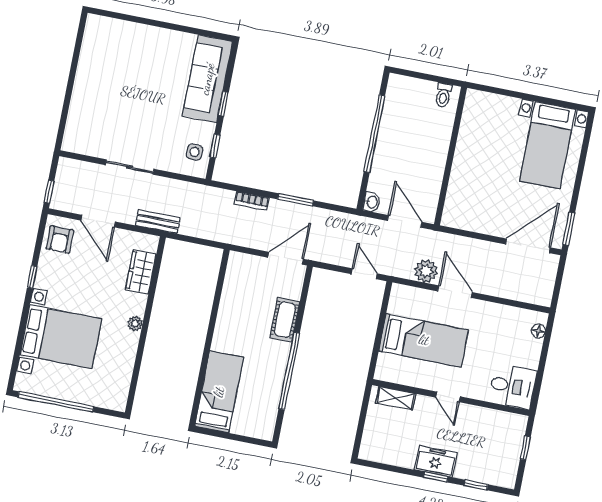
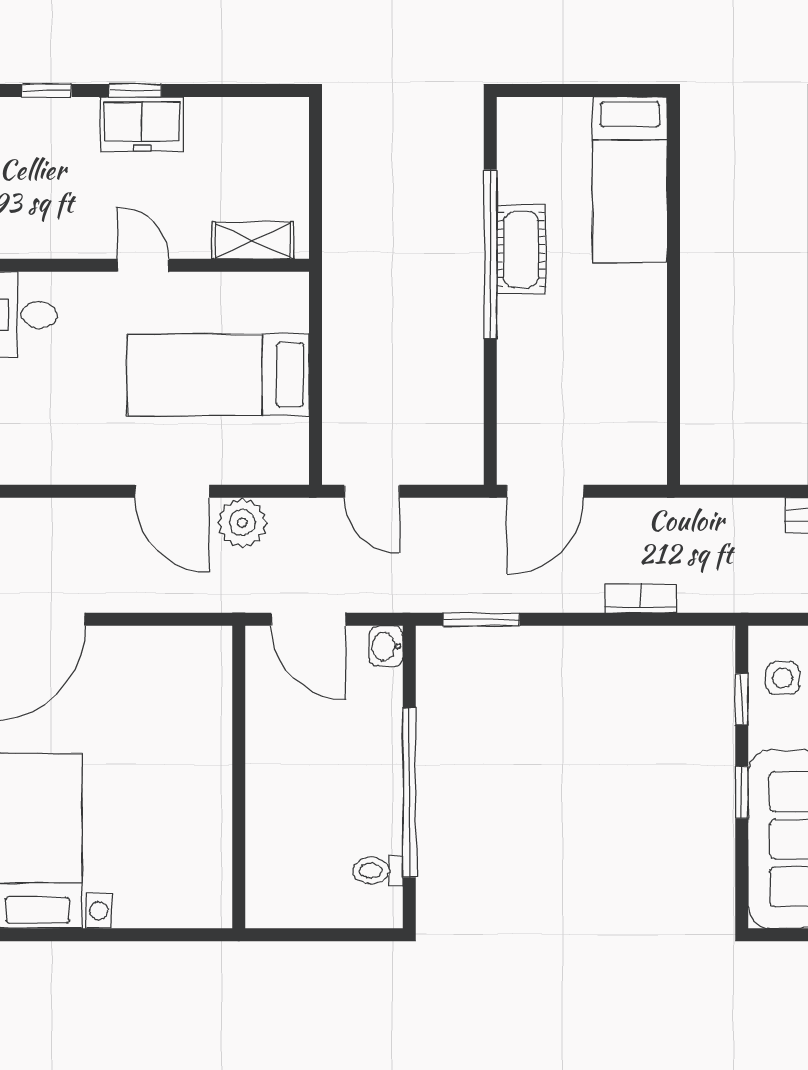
toilet: (443, 95) -> (378, 871), moved, turned -90
window: (296, 200) -> (481, 619), moved
cot: (285, 320) -> (521, 249), moved

